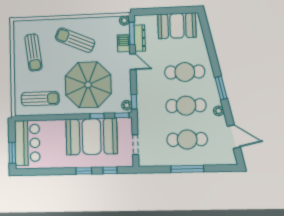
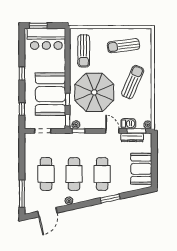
door: (133, 62) -> (112, 131), swing flipped
window: (221, 88) -> (110, 198), moved
window: (187, 169) -> (22, 194), moved
window: (84, 171) -> (22, 74), moved

